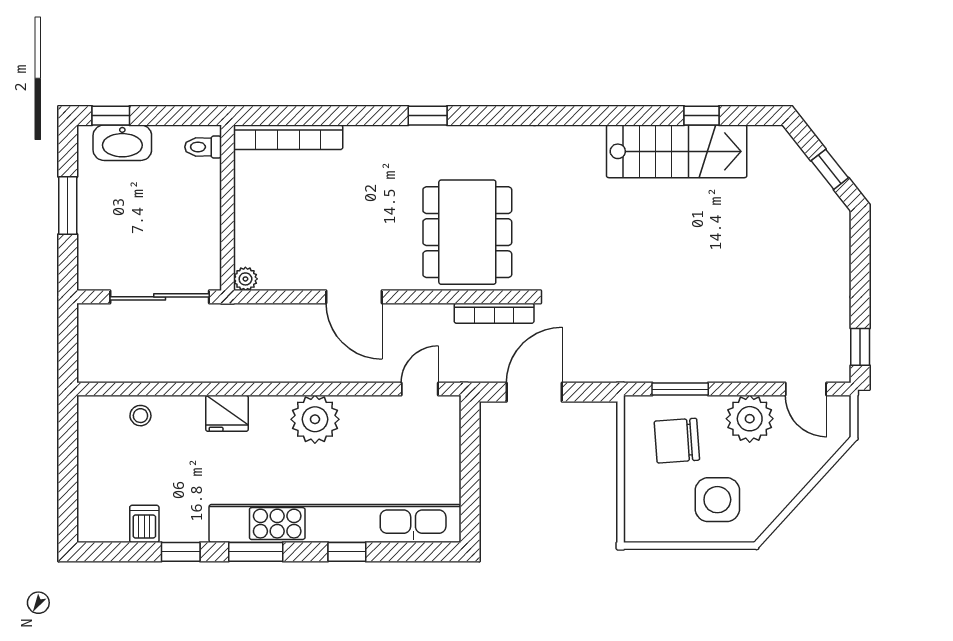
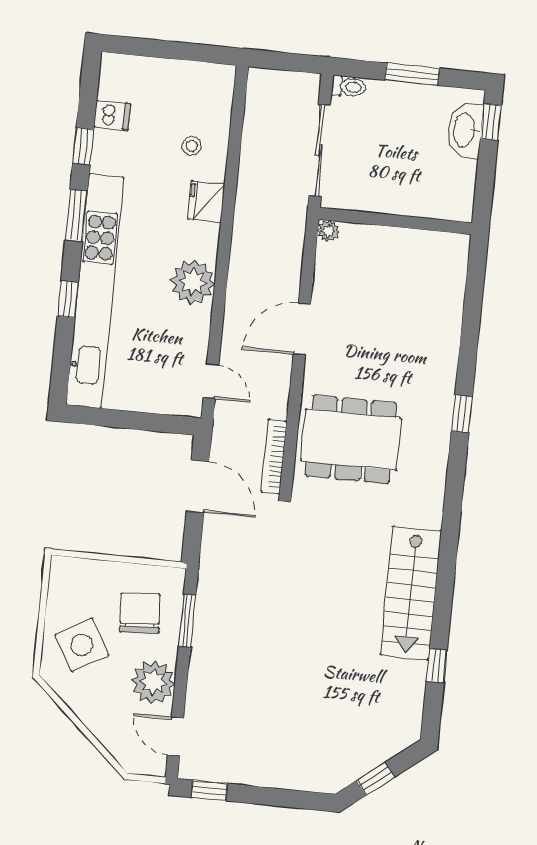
bookcase: (288, 137) -> (455, 283), removed
toilet: (203, 147) -> (349, 87), moved, turned 90
stairs: (677, 151) -> (411, 593), moved
door: (806, 389) -> (176, 737), hinge flipped
stool: (140, 416) -> (192, 146), moved
side table: (717, 500) -> (82, 645), turned -30

